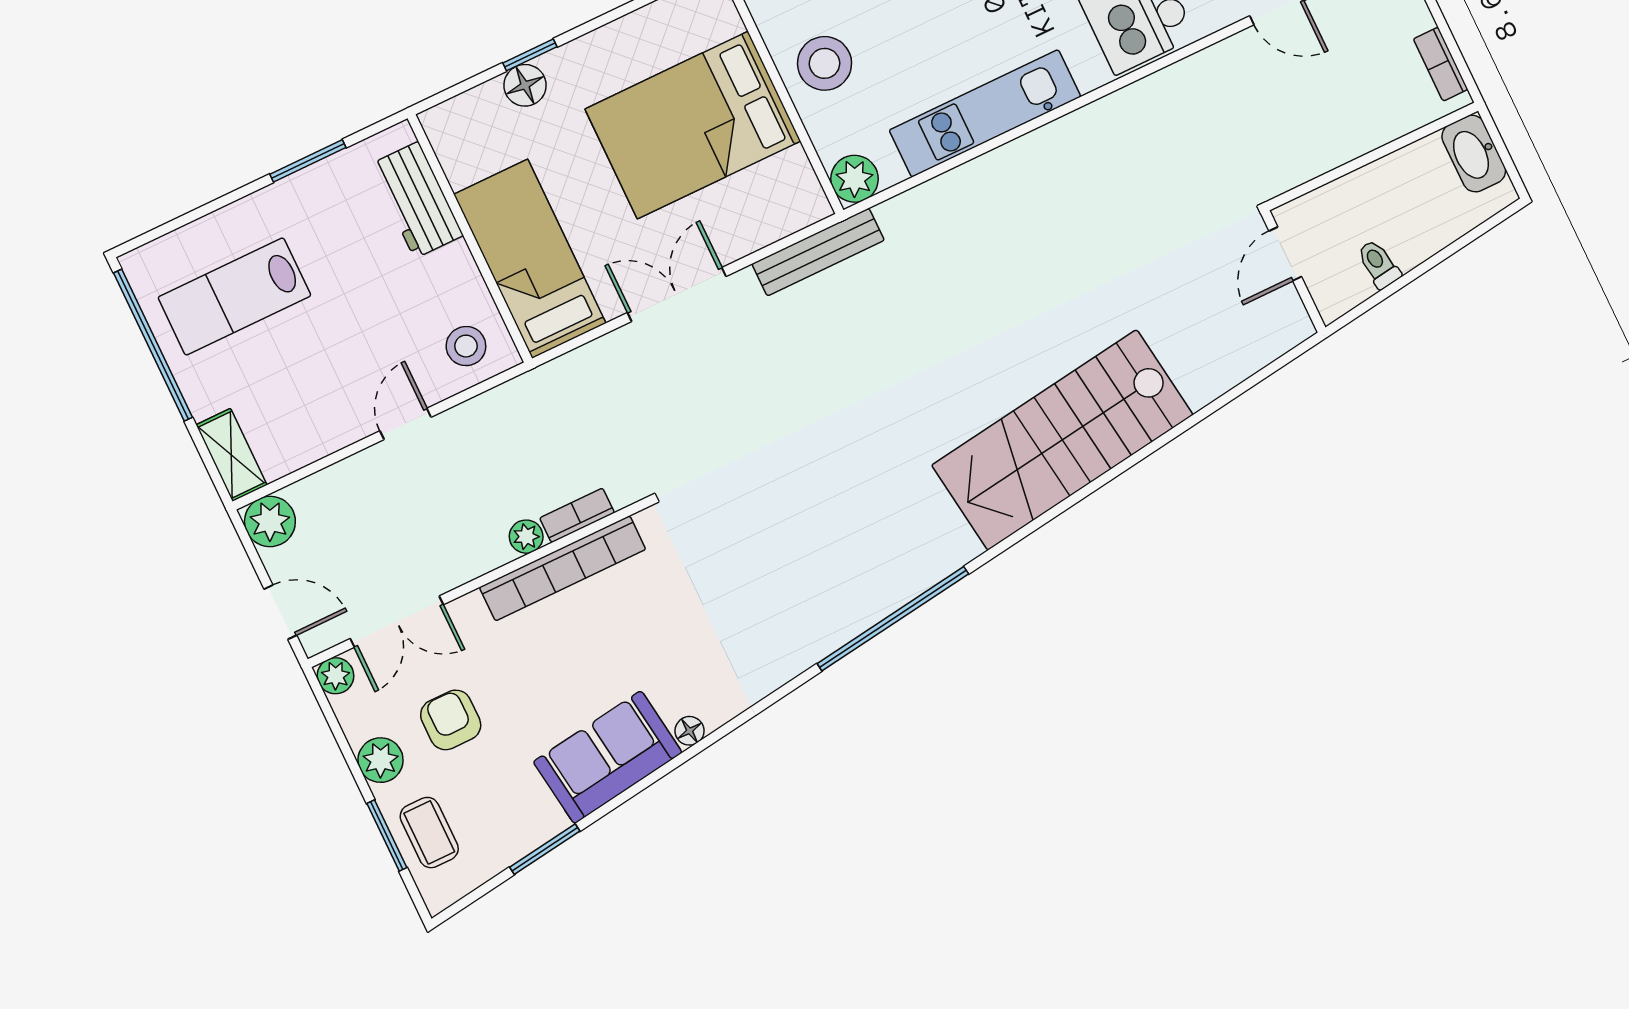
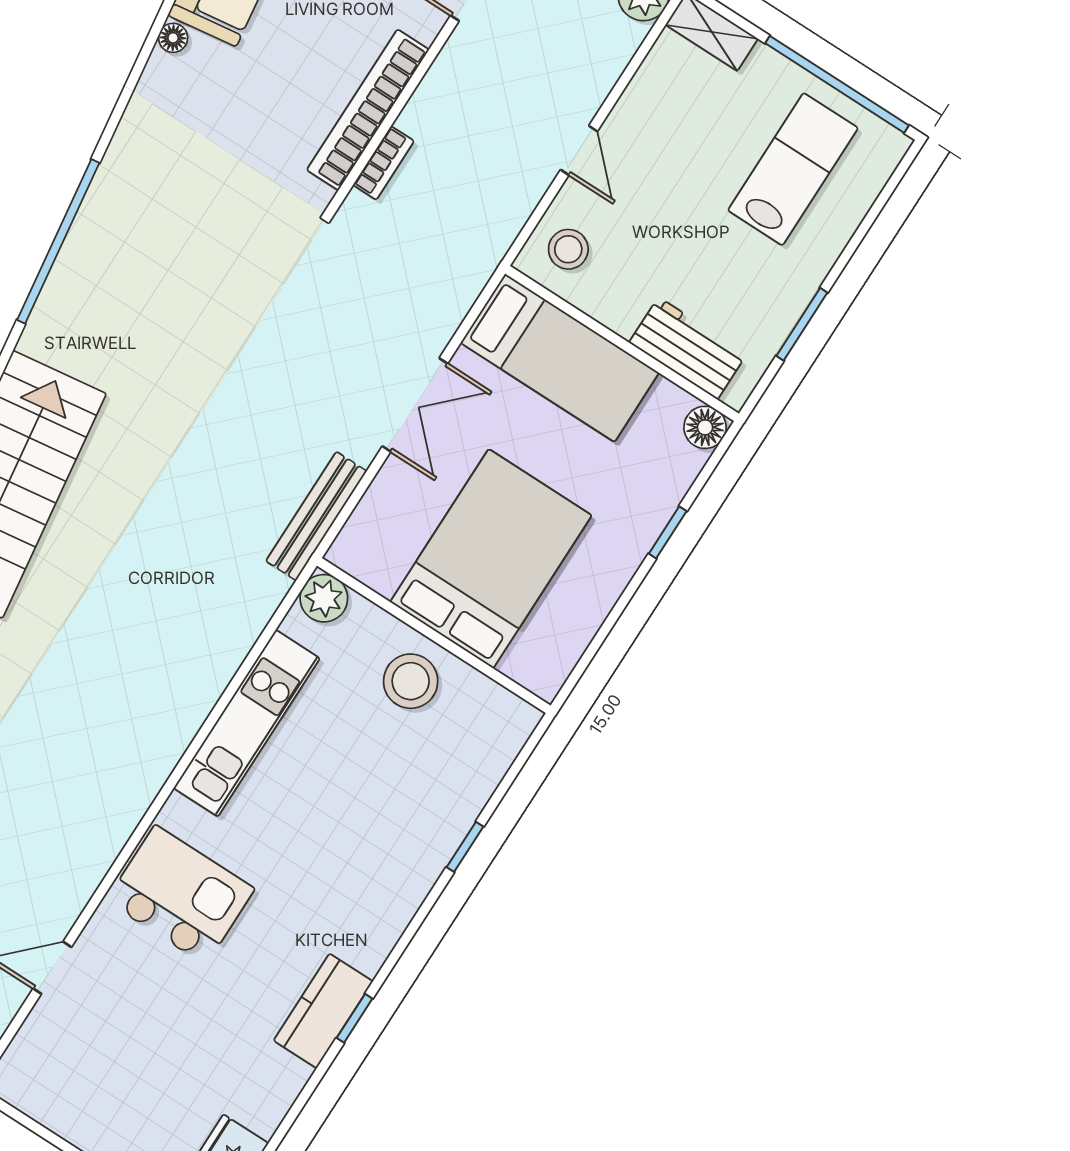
floor lamp: (525, 85) -> (705, 427), moved
plant: (526, 537) -> (416, 118), removed

